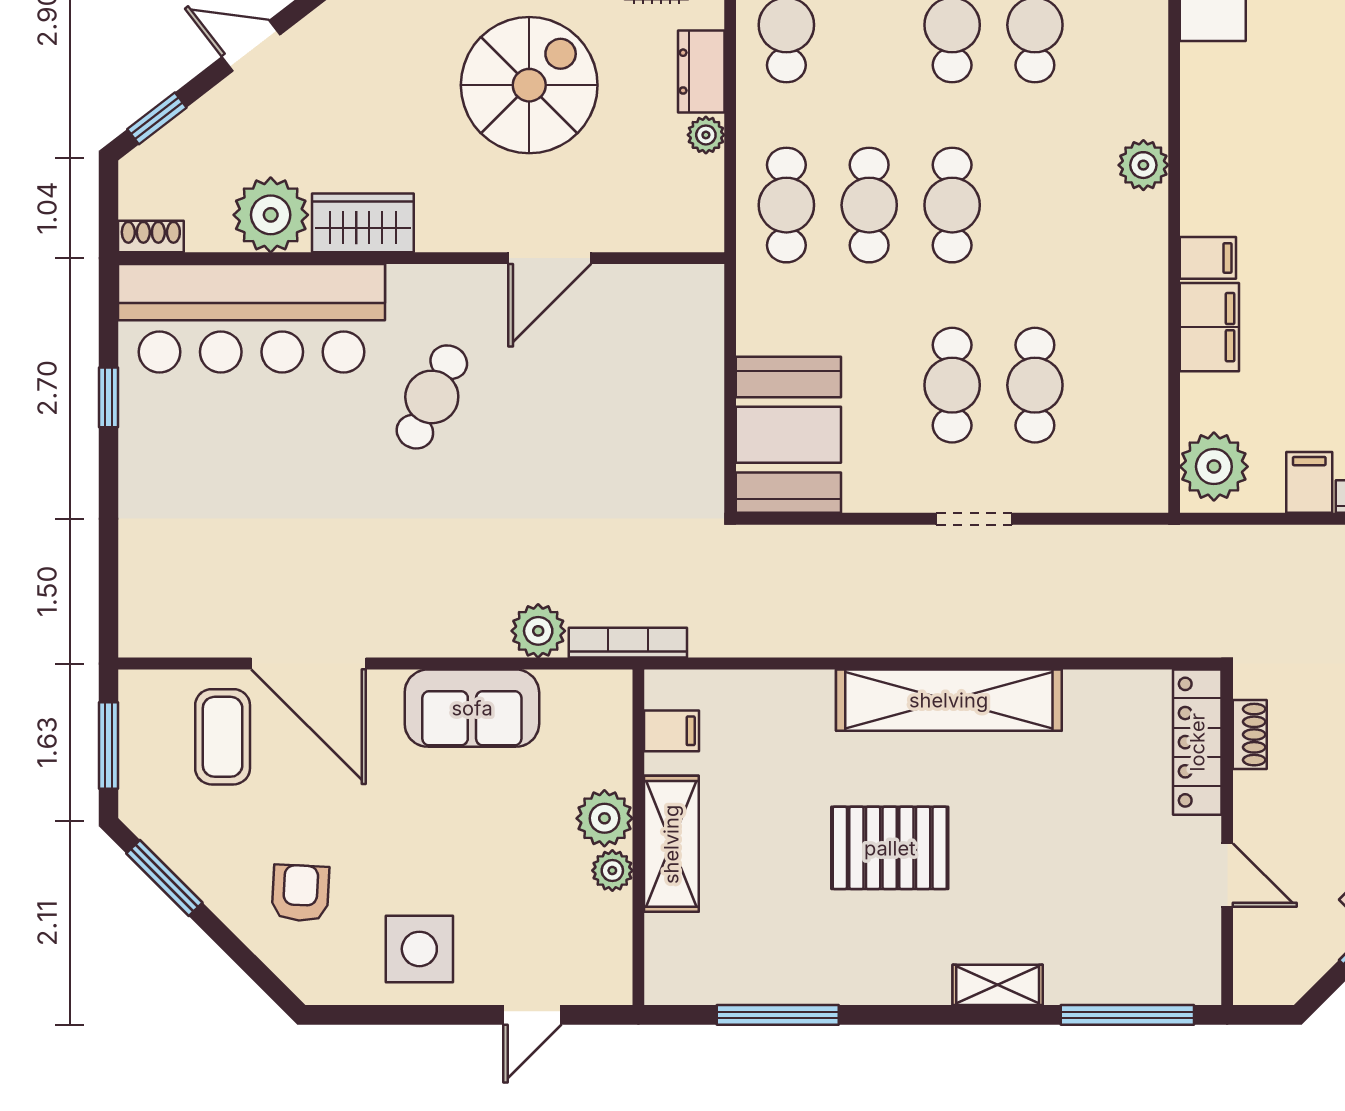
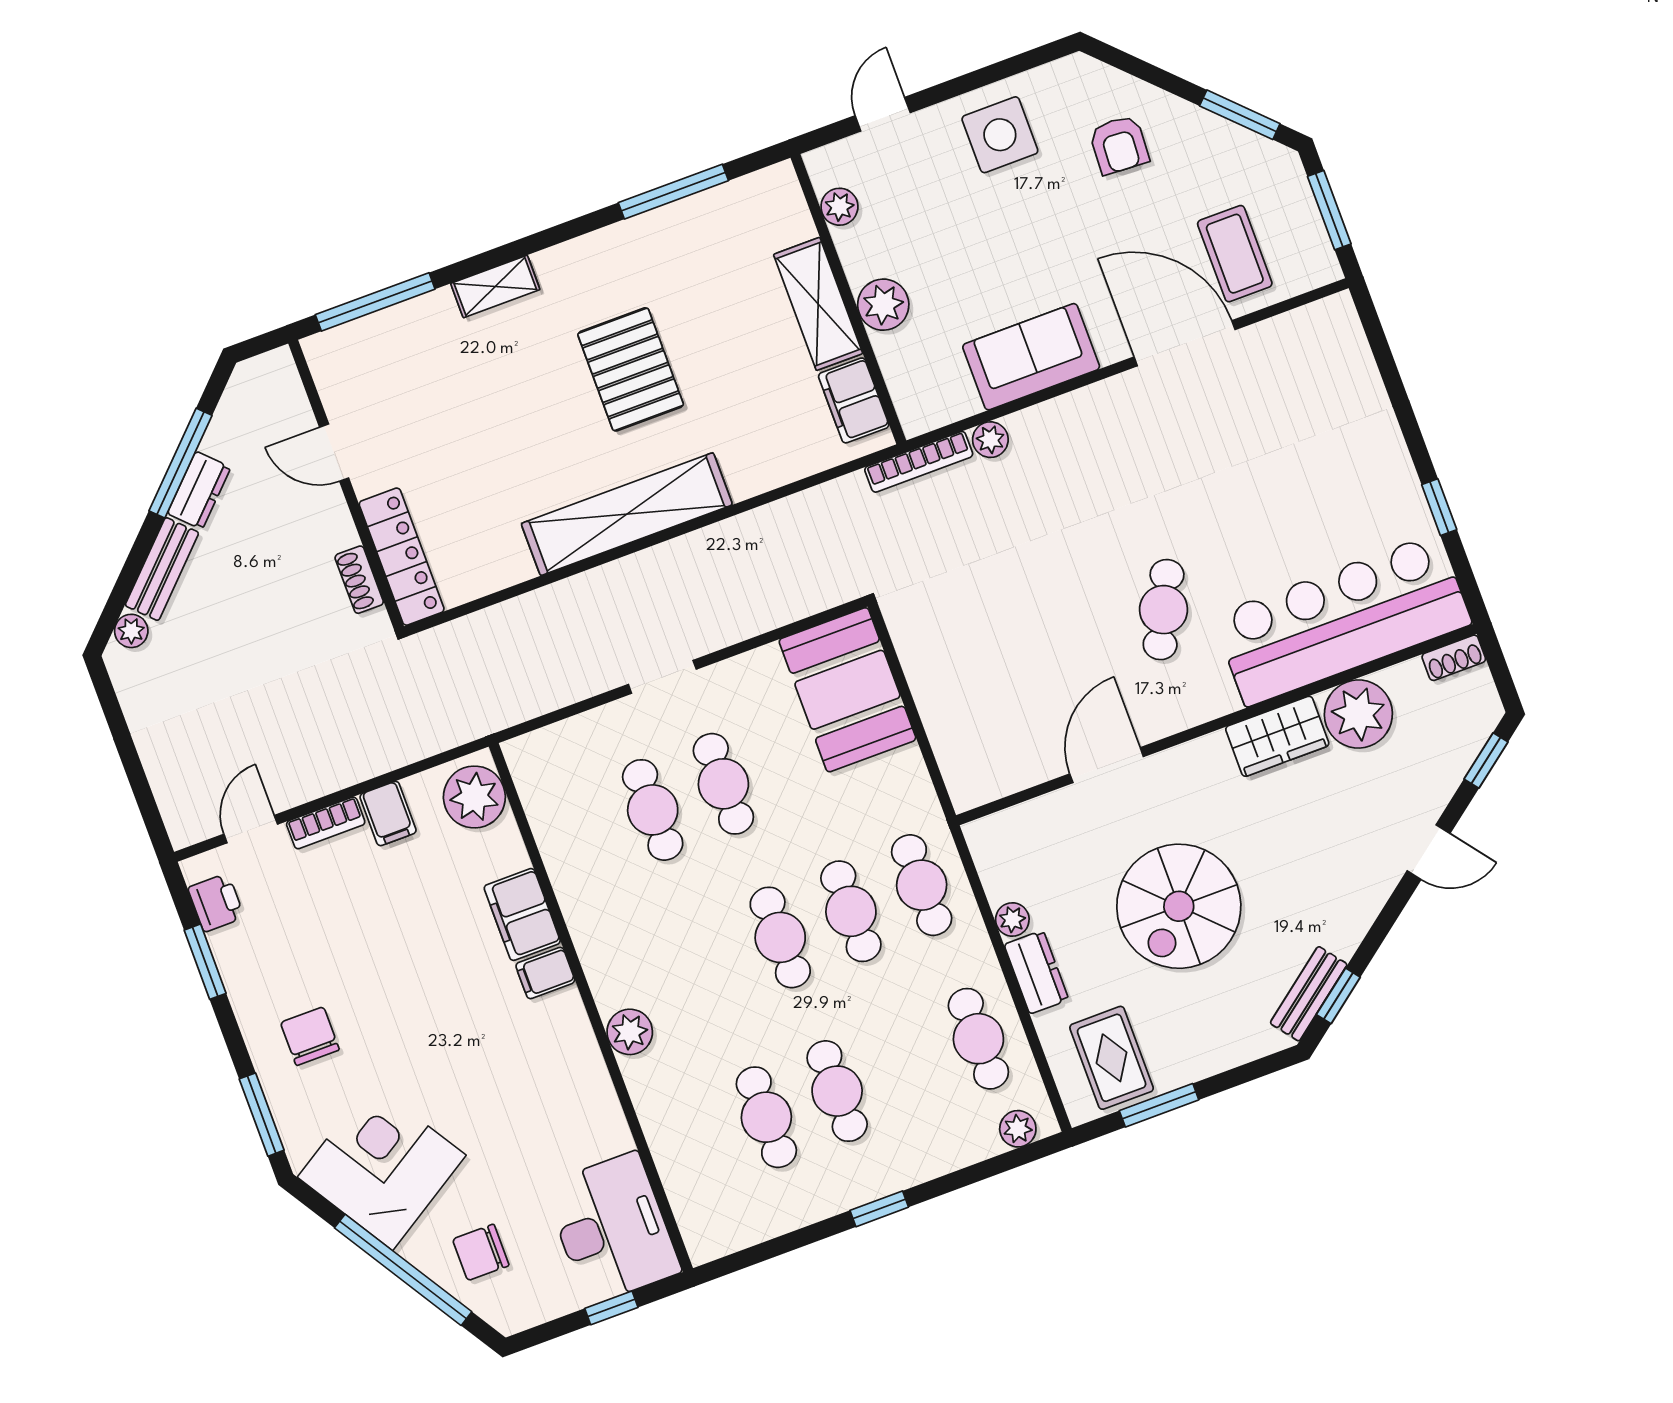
plant: (538, 631) -> (990, 440), width x0.73, depth x0.73
filing cabinet: (672, 731) -> (854, 400), width x2.00
pallet: (890, 848) -> (631, 369), turned 90
plant: (612, 871) -> (839, 207), moved

